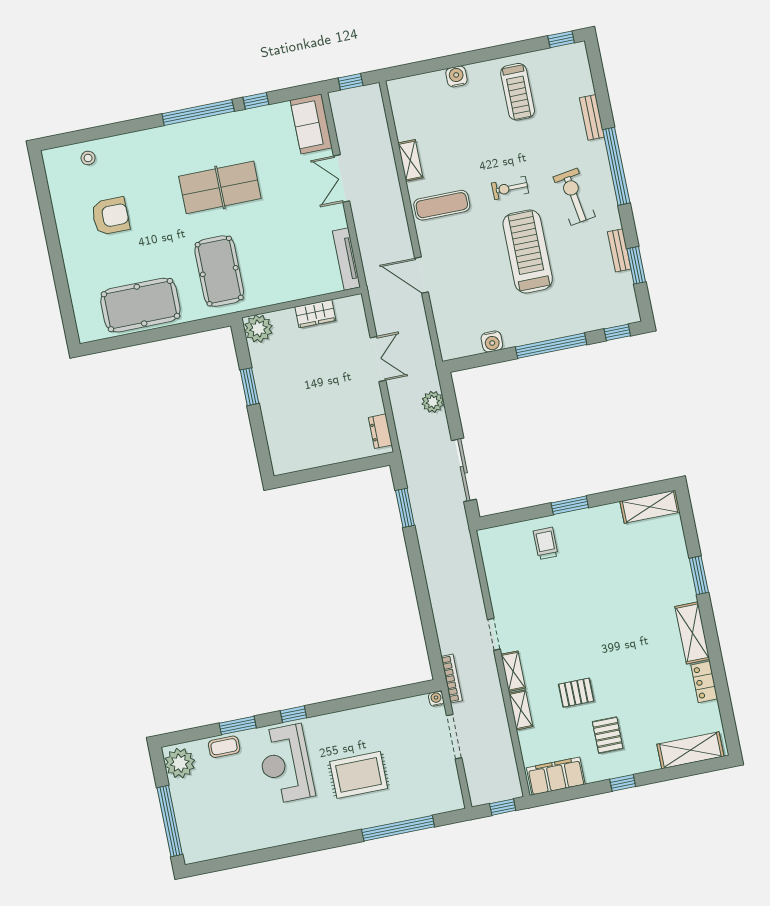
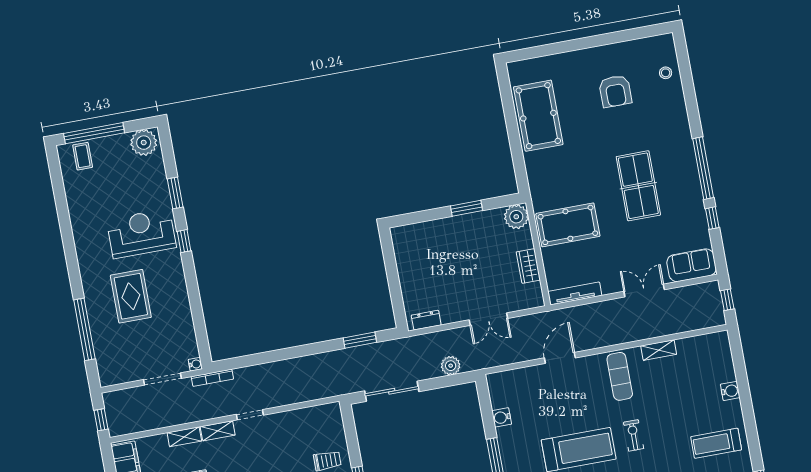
pool table: (219, 271) -> (568, 225), moved
coffee table: (224, 747) -> (83, 156), moved

